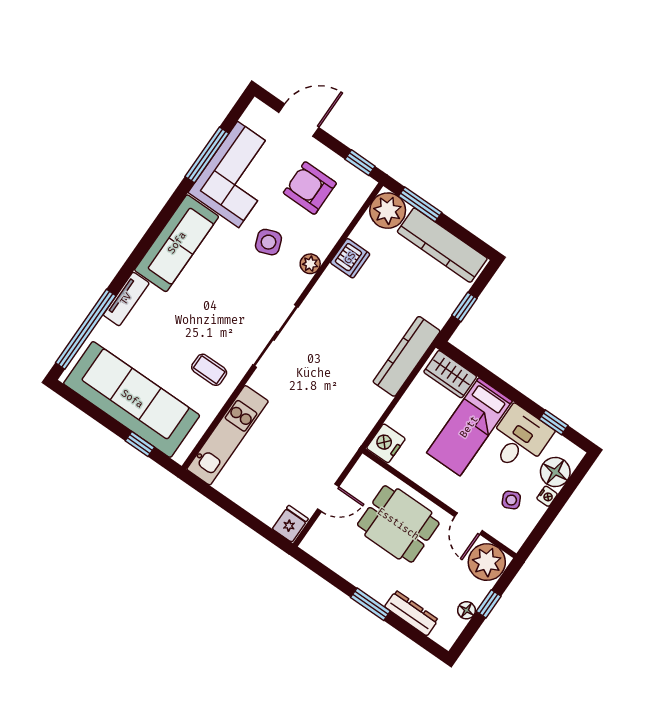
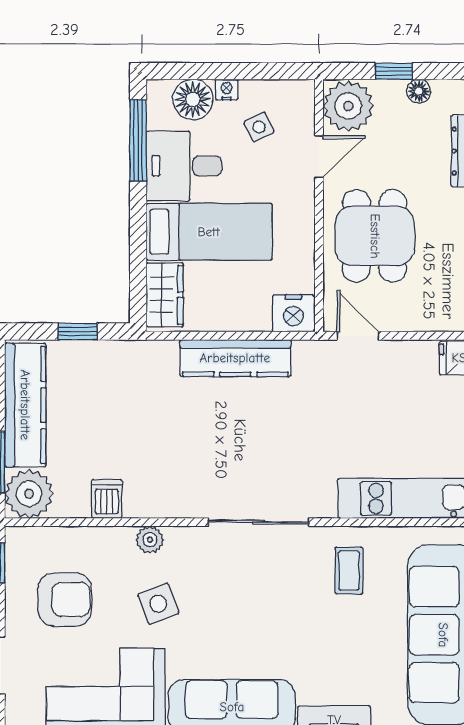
armchair: (310, 188) -> (65, 599), turned -90
dishwasher: (350, 258) -> (107, 499), width x0.73
kitchen counter: (407, 356) -> (235, 358), moved
window: (554, 422) -> (138, 140), width x2.17
door: (328, 498) -> (358, 336), moved

